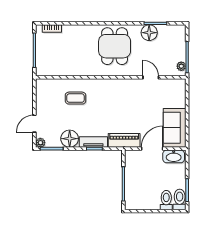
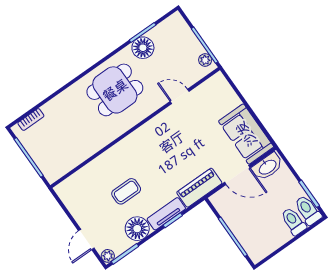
dining table: (115, 46) -> (115, 90), turned 90
coffee table: (76, 98) -> (126, 191), moved
door: (152, 149) -> (237, 175), swing flipped

